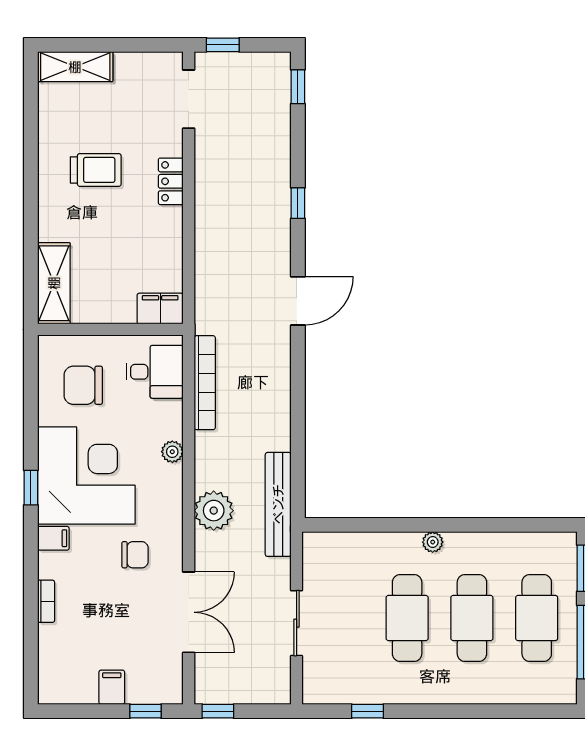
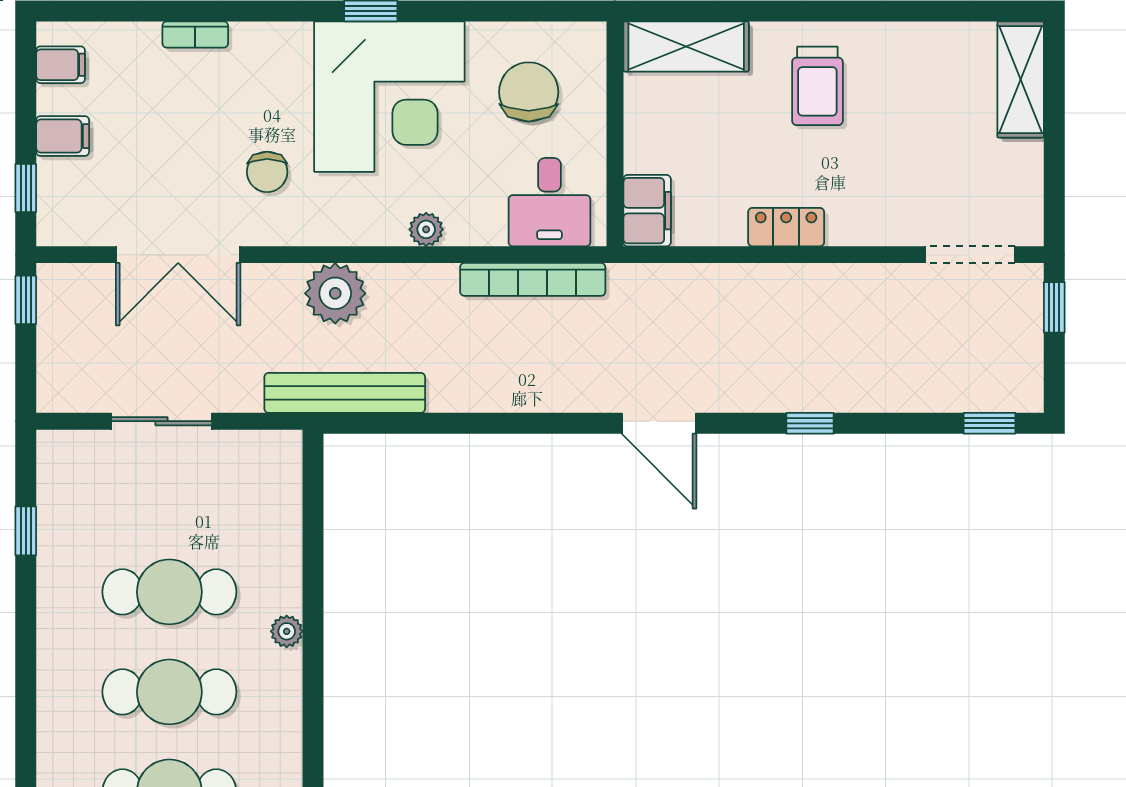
trolley: (96, 170) -> (817, 86), moved
locker: (171, 181) -> (786, 227), moved
filing cabinet: (53, 538) -> (61, 65), moved, turned -90

